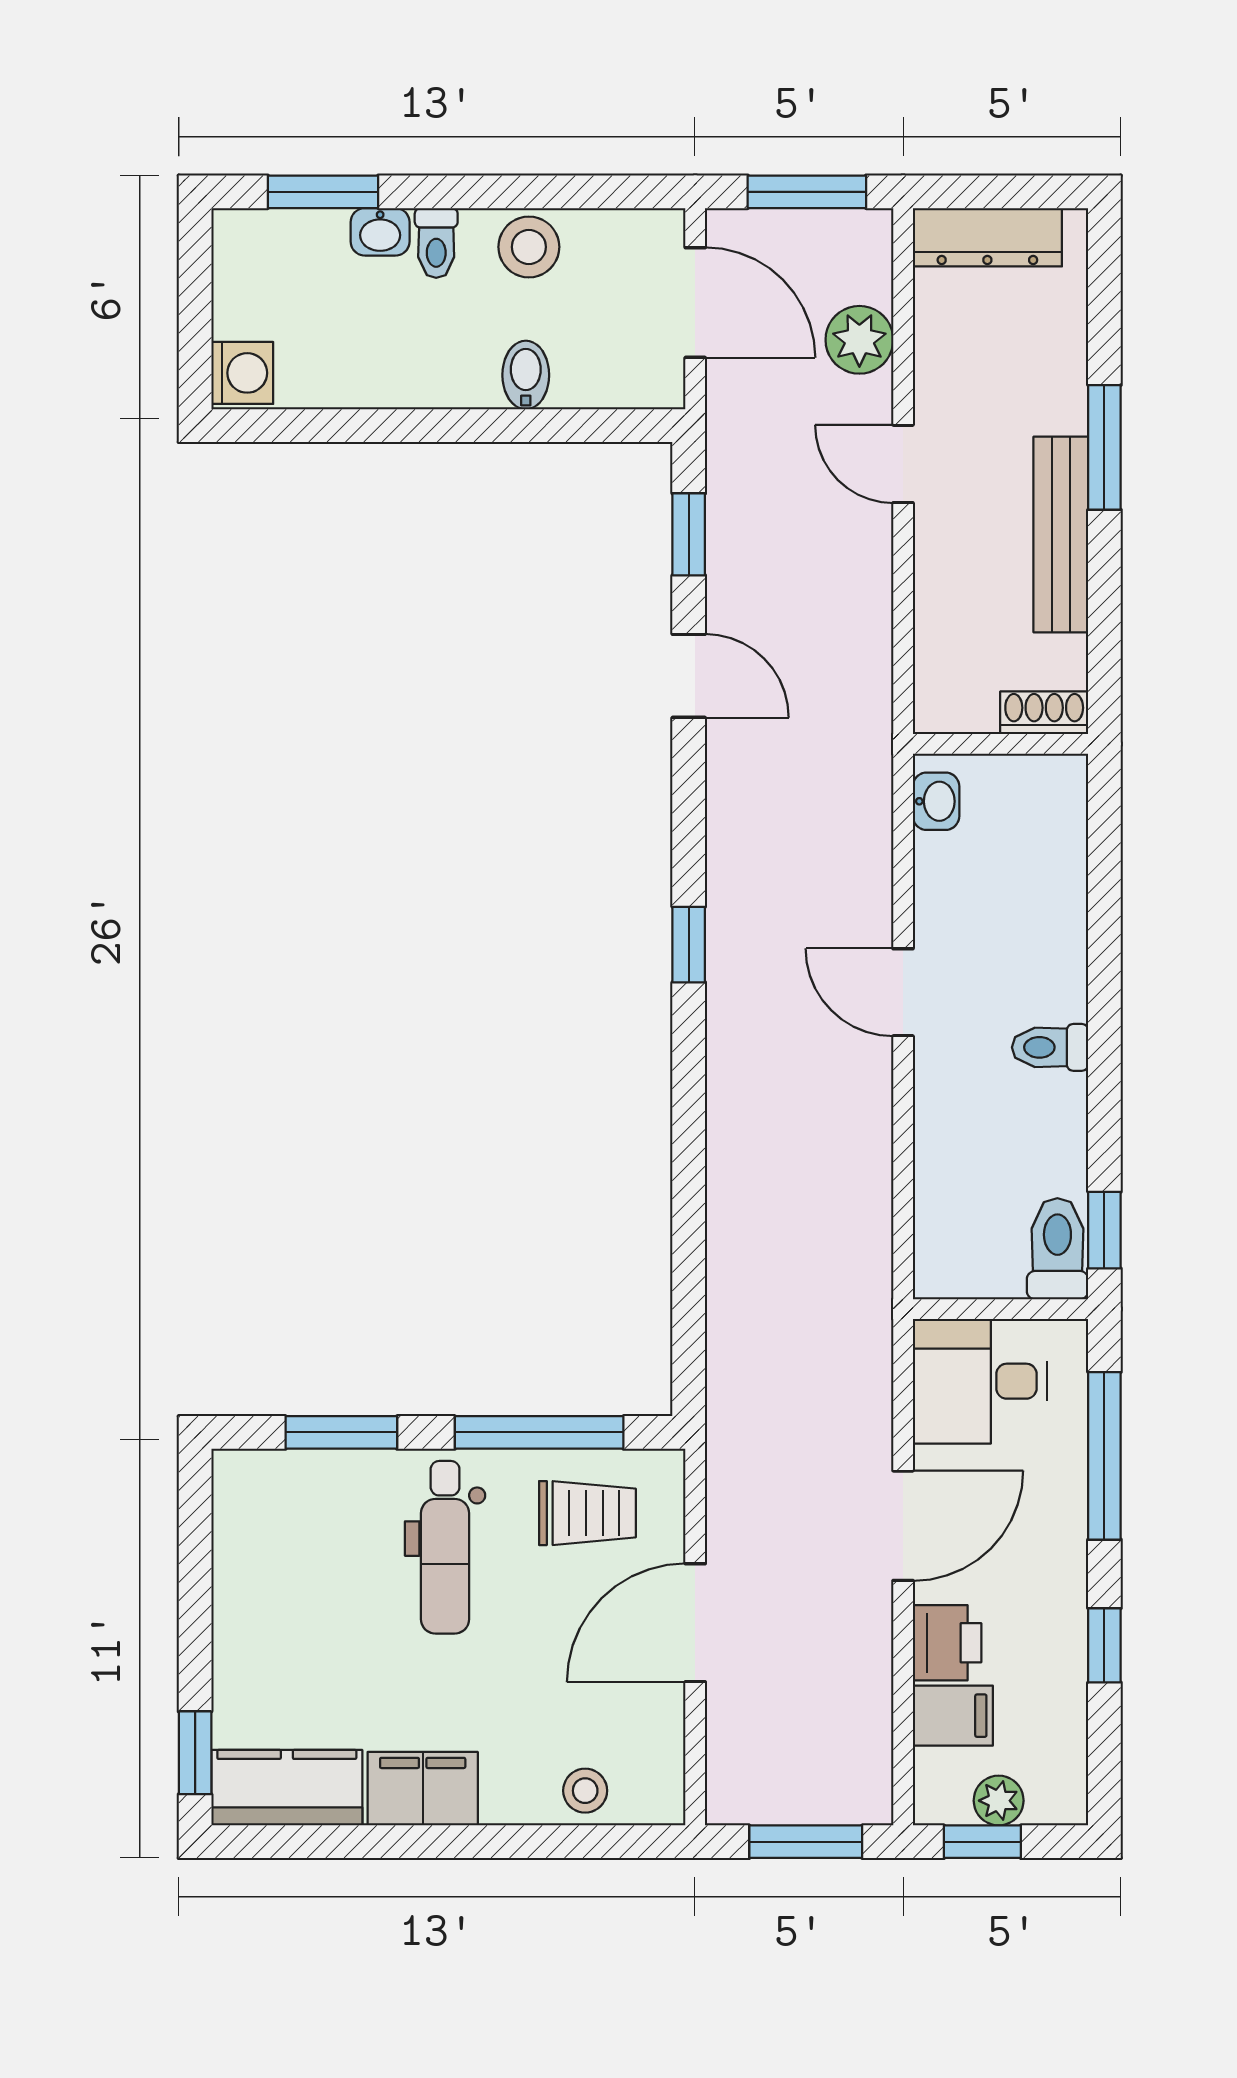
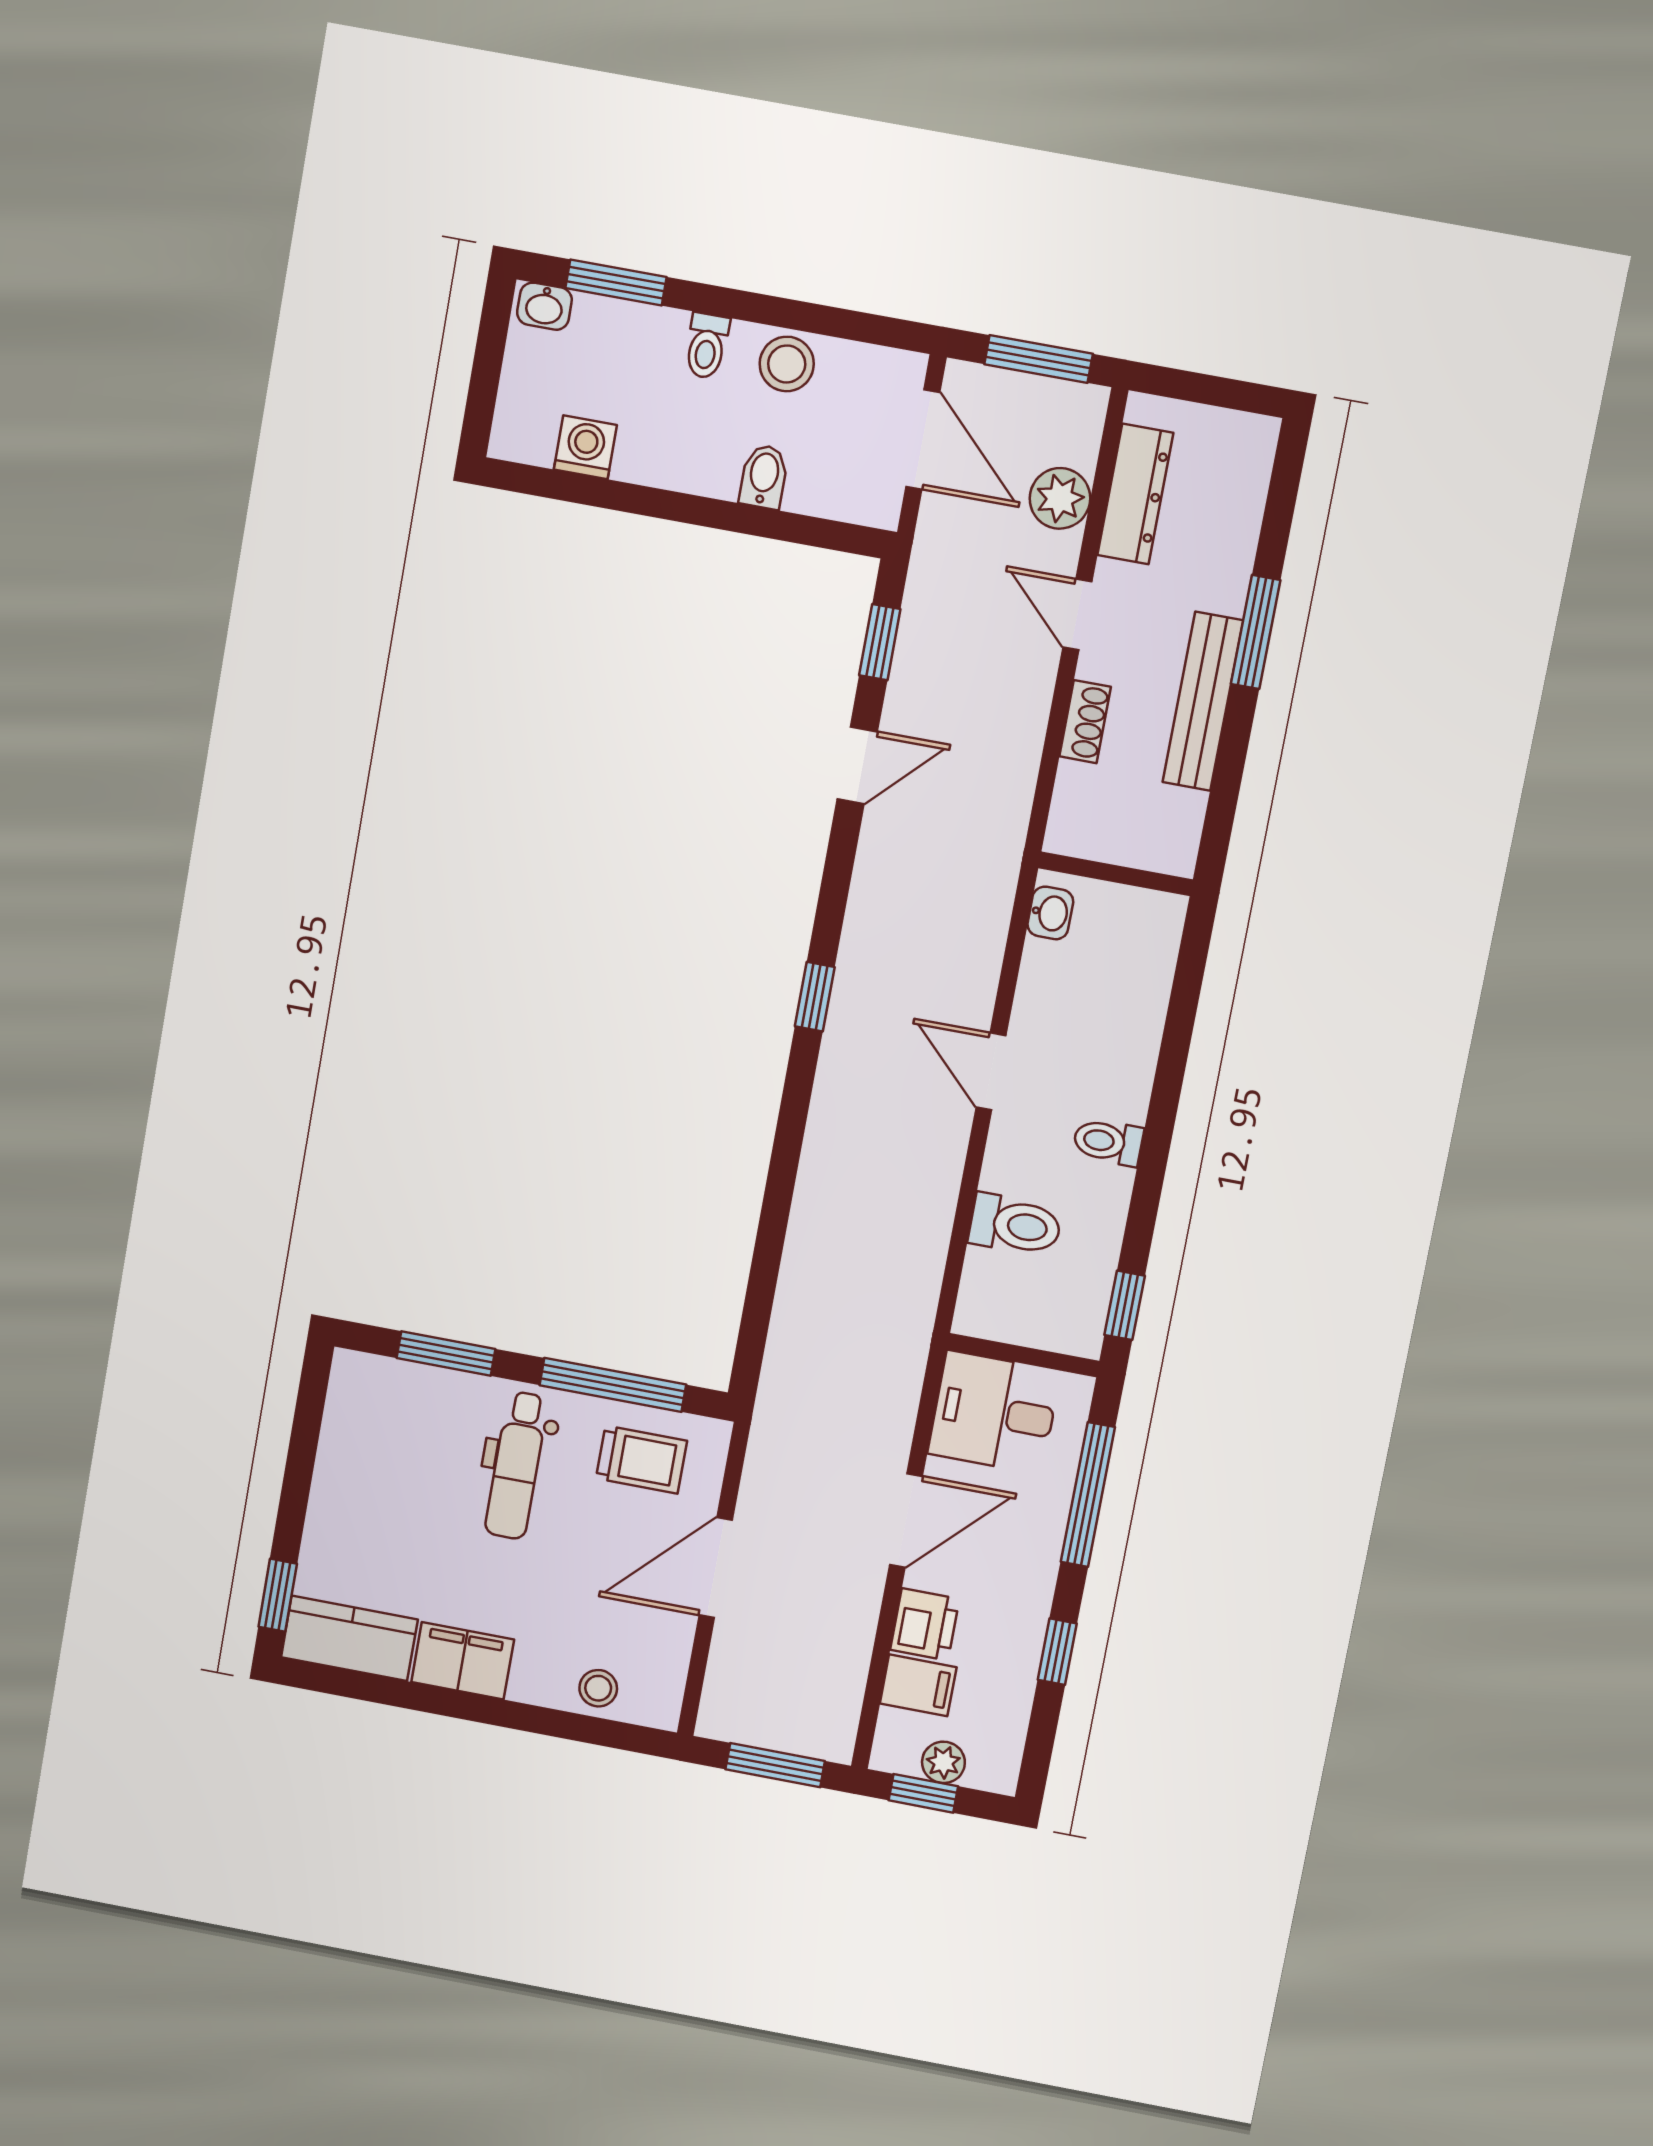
washbasin: (380, 232) -> (544, 306), moved
dresser: (987, 237) -> (1135, 494), moved, turned -90
washing machine: (242, 373) -> (585, 447), moved, turned -90
door: (689, 676) -> (857, 765), hinge flipped
shoe rack: (1044, 713) -> (1085, 722), moved, turned 90
toilet: (1057, 1249) -> (1015, 1225), moved, turned 90

